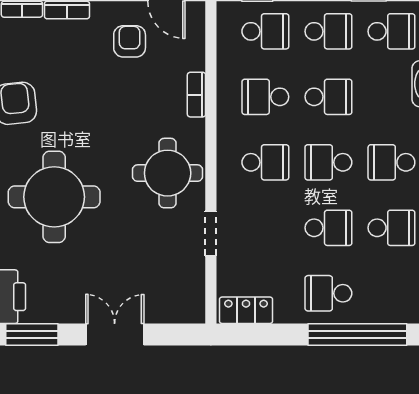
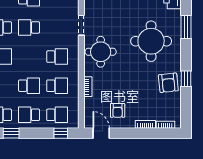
school desk: (265, 31) -> (57, 115), turned 180
school desk: (328, 97) -> (29, 86), turned 180
school desk: (265, 162) -> (57, 57), turned 180
school desk: (328, 162) -> (29, 57), removed

